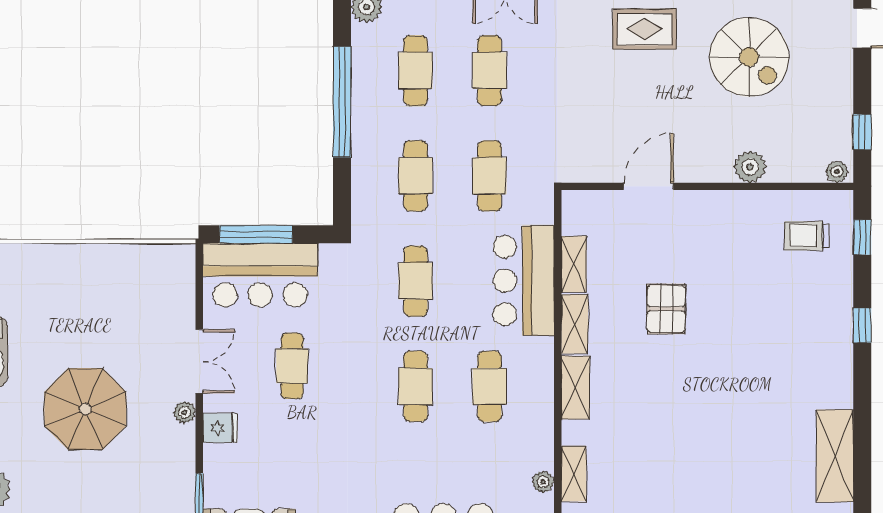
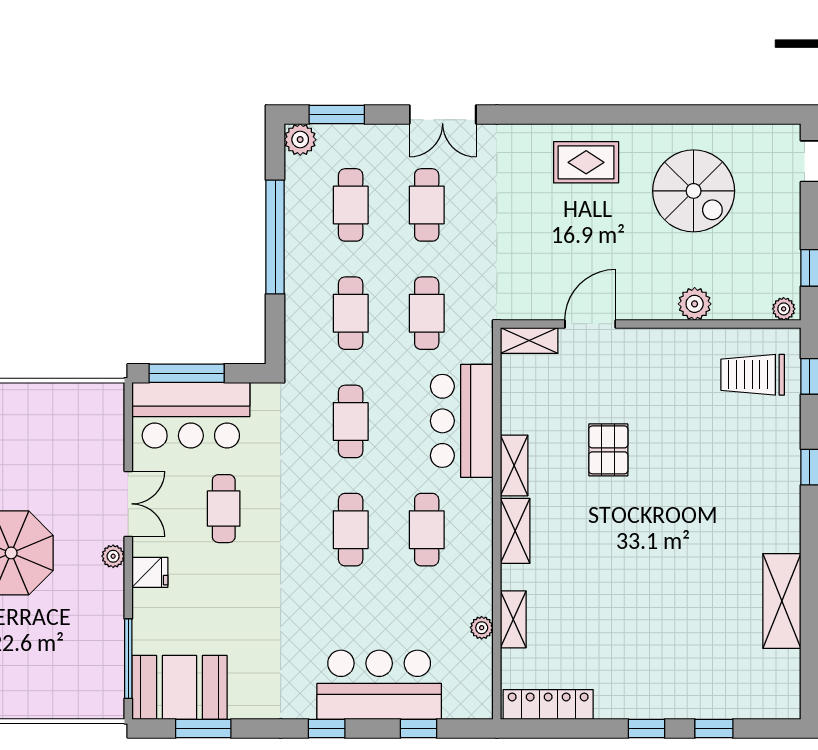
trolley: (807, 236) -> (753, 375), width x1.36, depth x1.39
shelving: (574, 264) -> (529, 341), moved, turned 90

